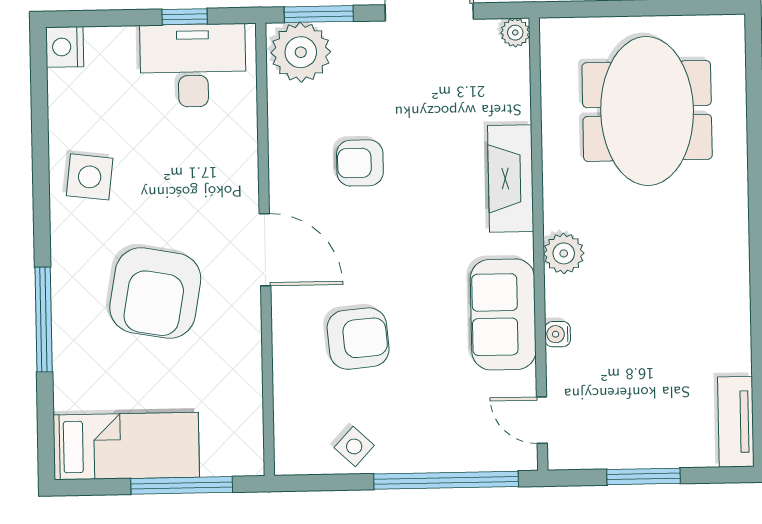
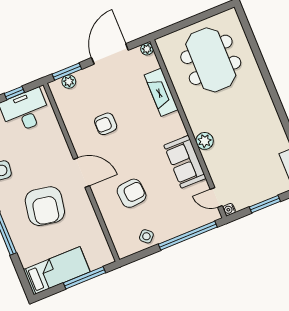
plant: (301, 52) -> (69, 82), width x0.53, depth x0.53
fireplace: (511, 178) -> (161, 92), moved
plant: (564, 253) -> (205, 141), moved
water cooler: (558, 334) -> (229, 209), moved

